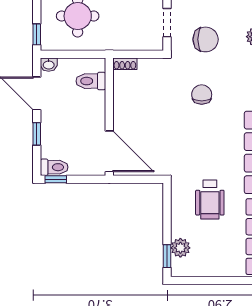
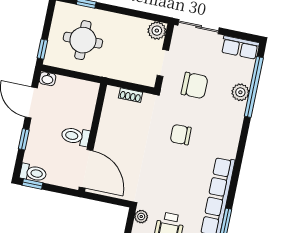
shoe rack: (125, 64) -> (131, 95), moved
toilet: (91, 81) -> (75, 136), moved
chair: (202, 95) -> (181, 135), turned -91
plant: (178, 190) -> (141, 217), added

